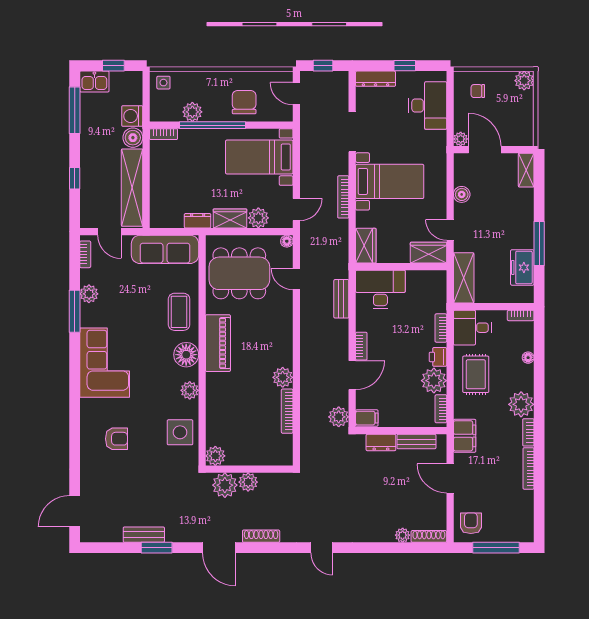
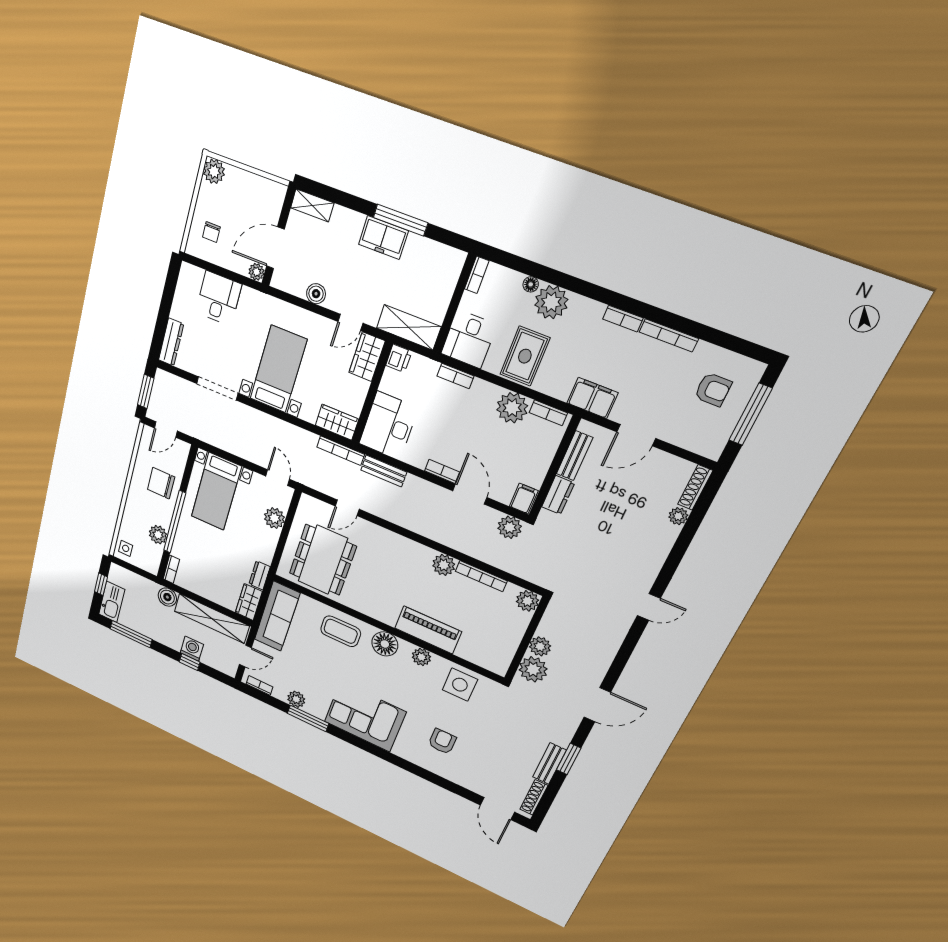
window: (323, 66) -> (146, 391), width x1.50
window: (405, 66) -> (166, 305), removed
kitchen sink: (94, 82) -> (112, 602), width x1.38
desk: (428, 105) -> (219, 298), width x0.73
washing machine: (132, 116) -> (192, 649), moved, turned 180
bookcase: (343, 197) -> (341, 451), moved
wardrobe: (230, 218) -> (249, 602), moved
floor lamp: (287, 241) -> (306, 501), removed
freezer: (522, 267) -> (383, 238), moved
piano: (218, 343) -> (428, 630), moved
printer: (438, 357) -> (399, 358), moved, turned -90
rug: (476, 374) -> (525, 356), turned 90
plant: (521, 404) -> (551, 302), moved
plant: (215, 456) -> (527, 601), moved
armchair: (471, 523) -> (713, 390), moved, turned 180
shoe rack: (261, 536) -> (534, 797), moved

